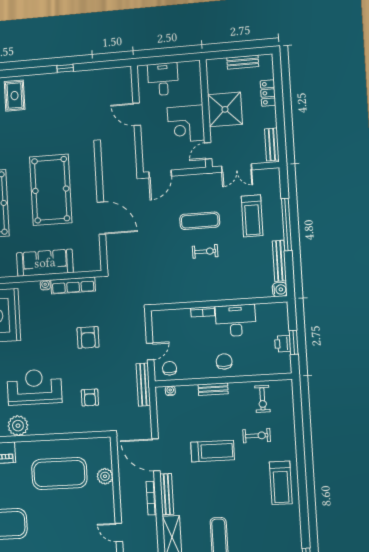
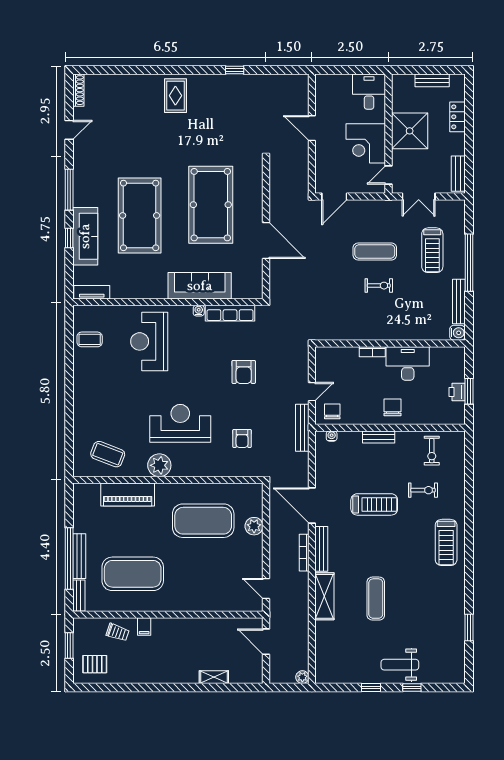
desk: (163, 79) -> (369, 92), moved

